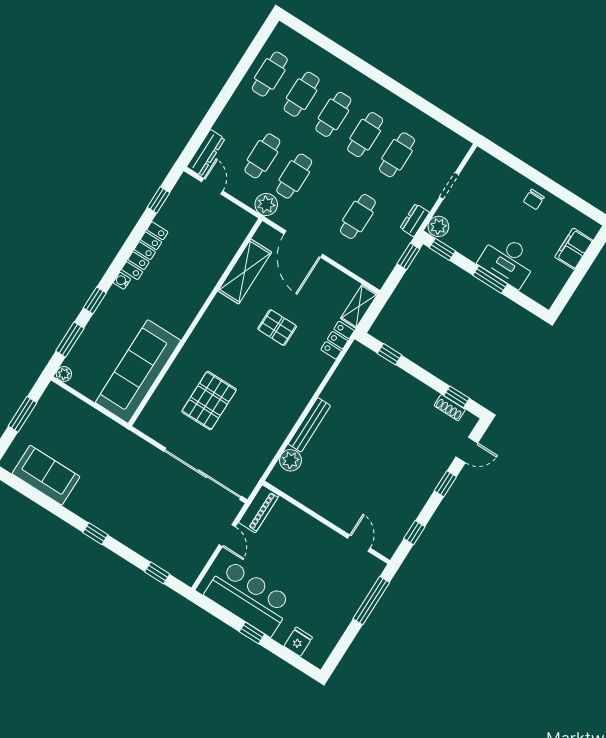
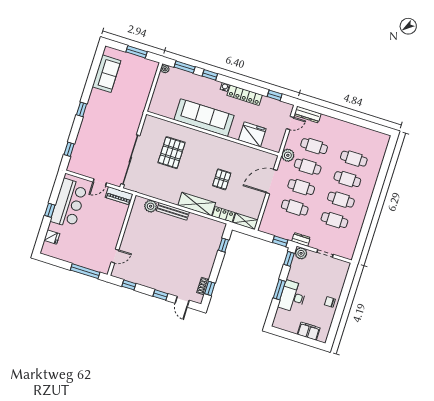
cafe table: (270, 74) -> (301, 187), moved
fridge: (215, 255) -> (252, 134), added
shelving: (245, 272) -> (197, 204), moved
sofa: (138, 371) -> (204, 118), moved
pallet: (209, 401) -> (172, 153), turned 90

